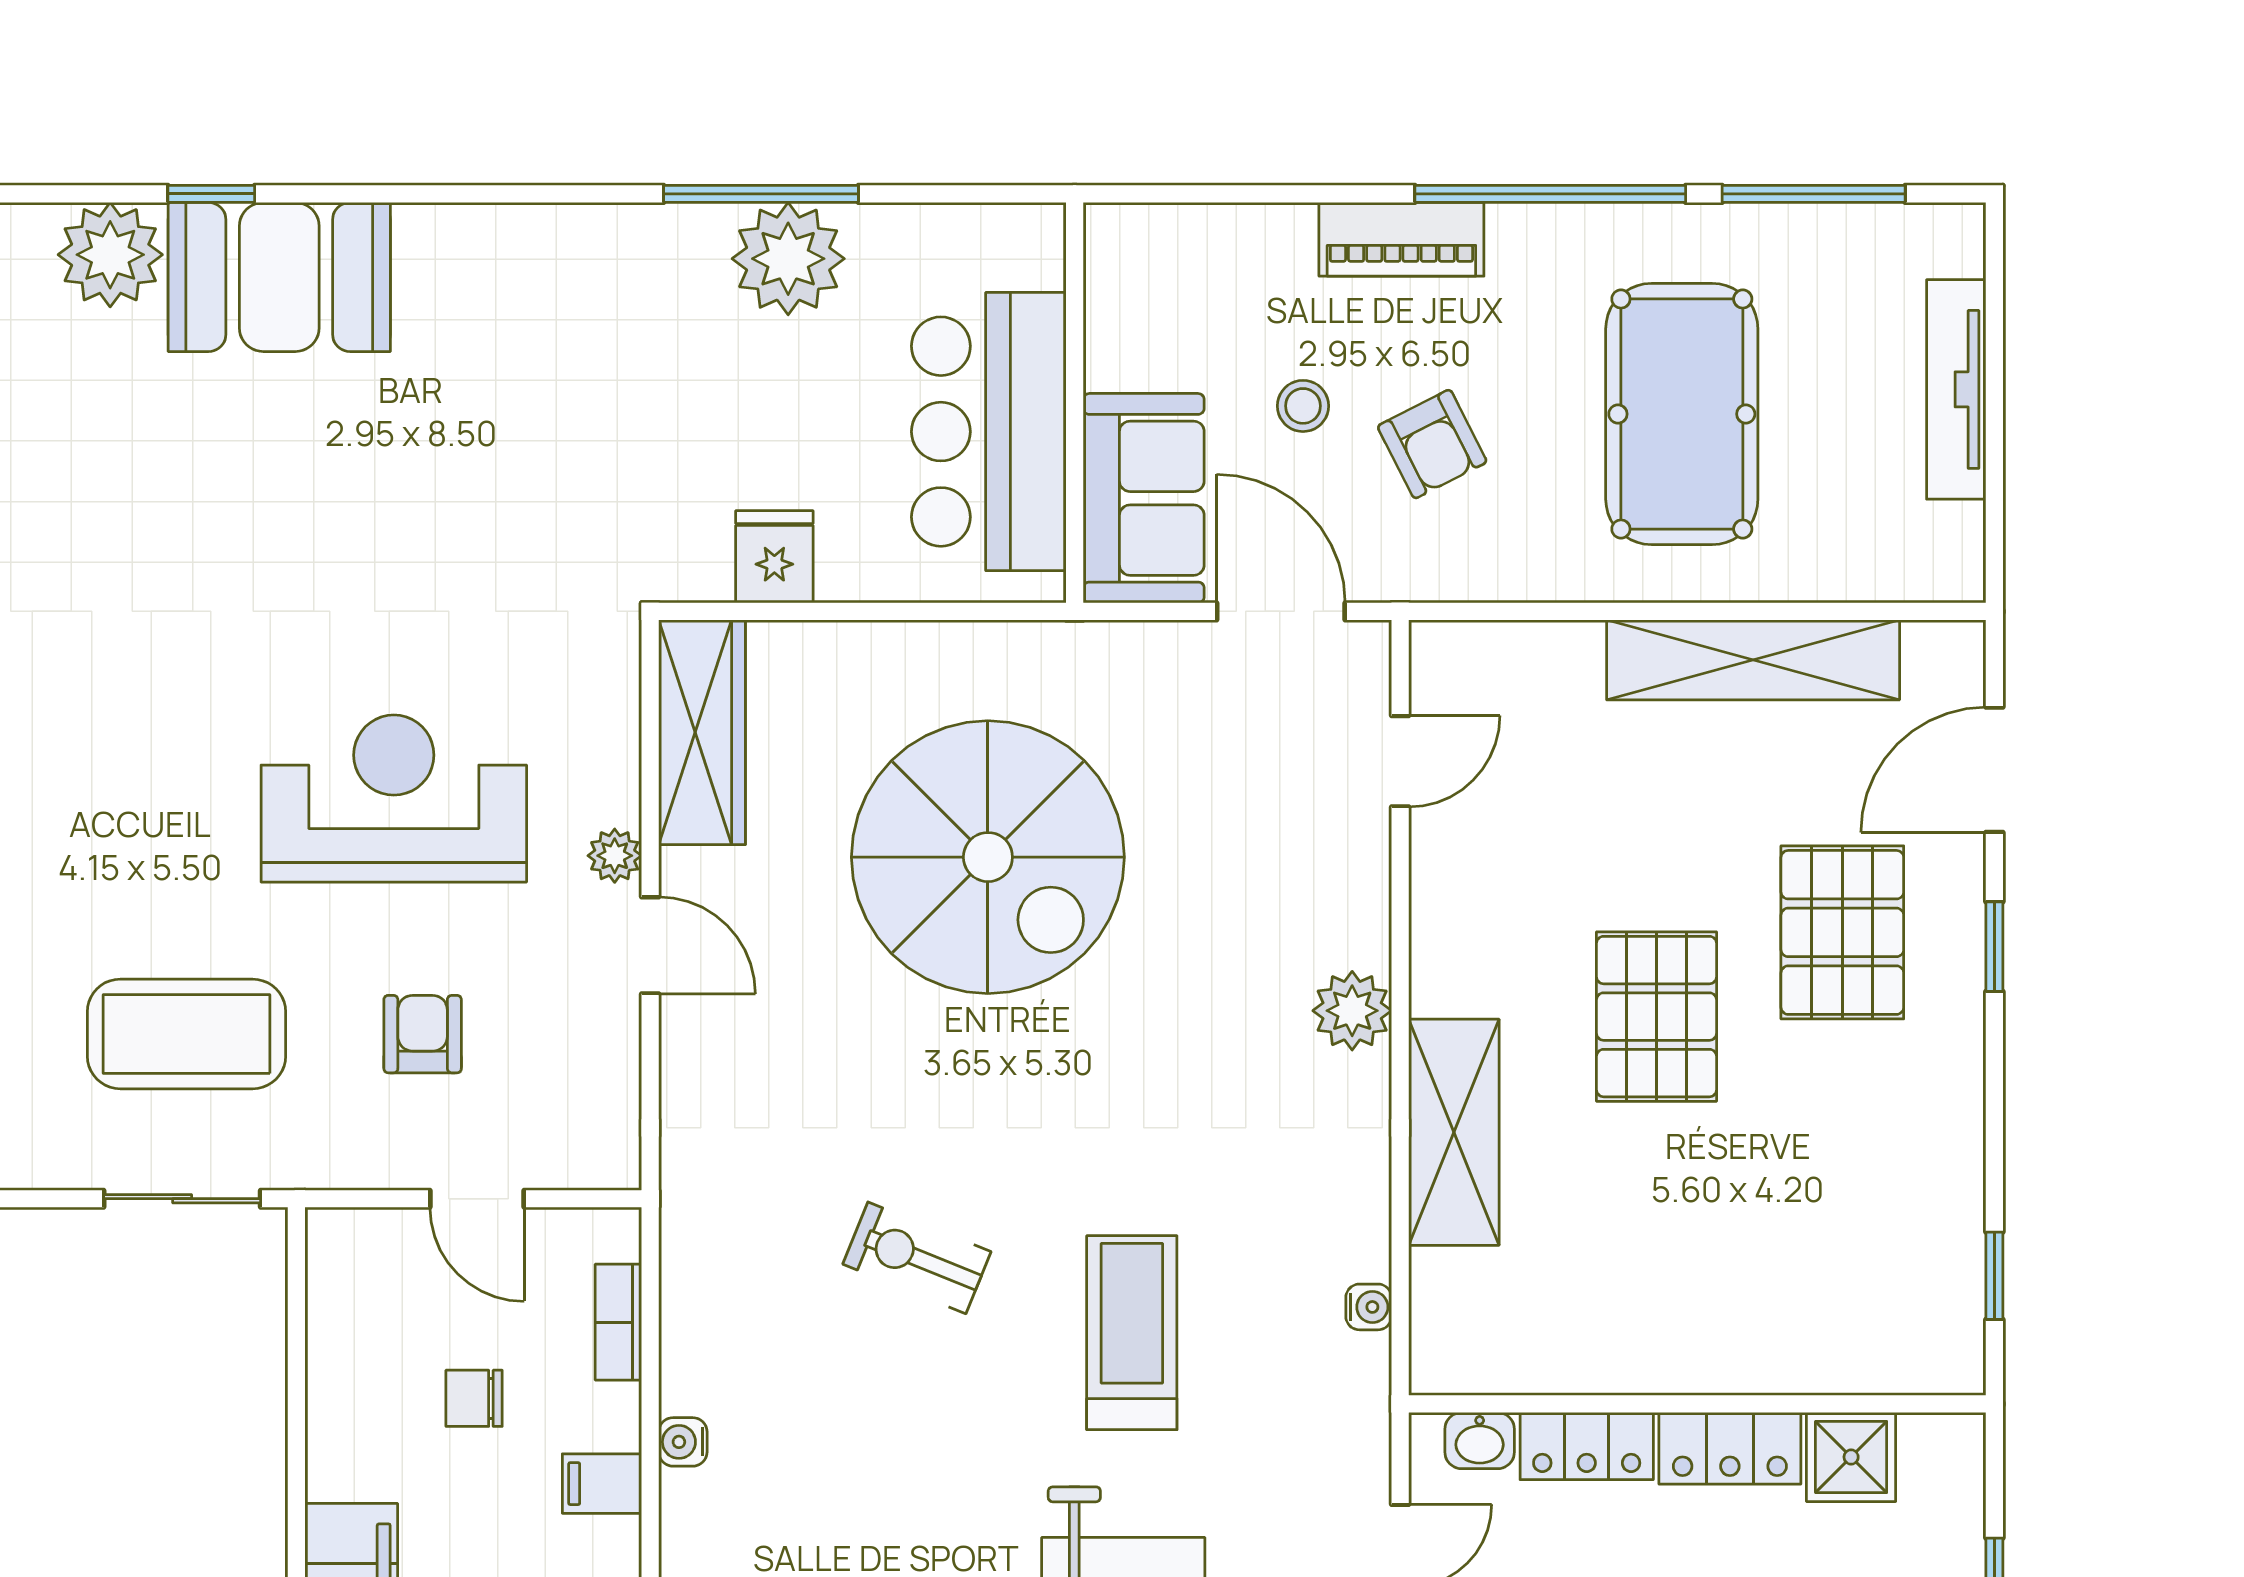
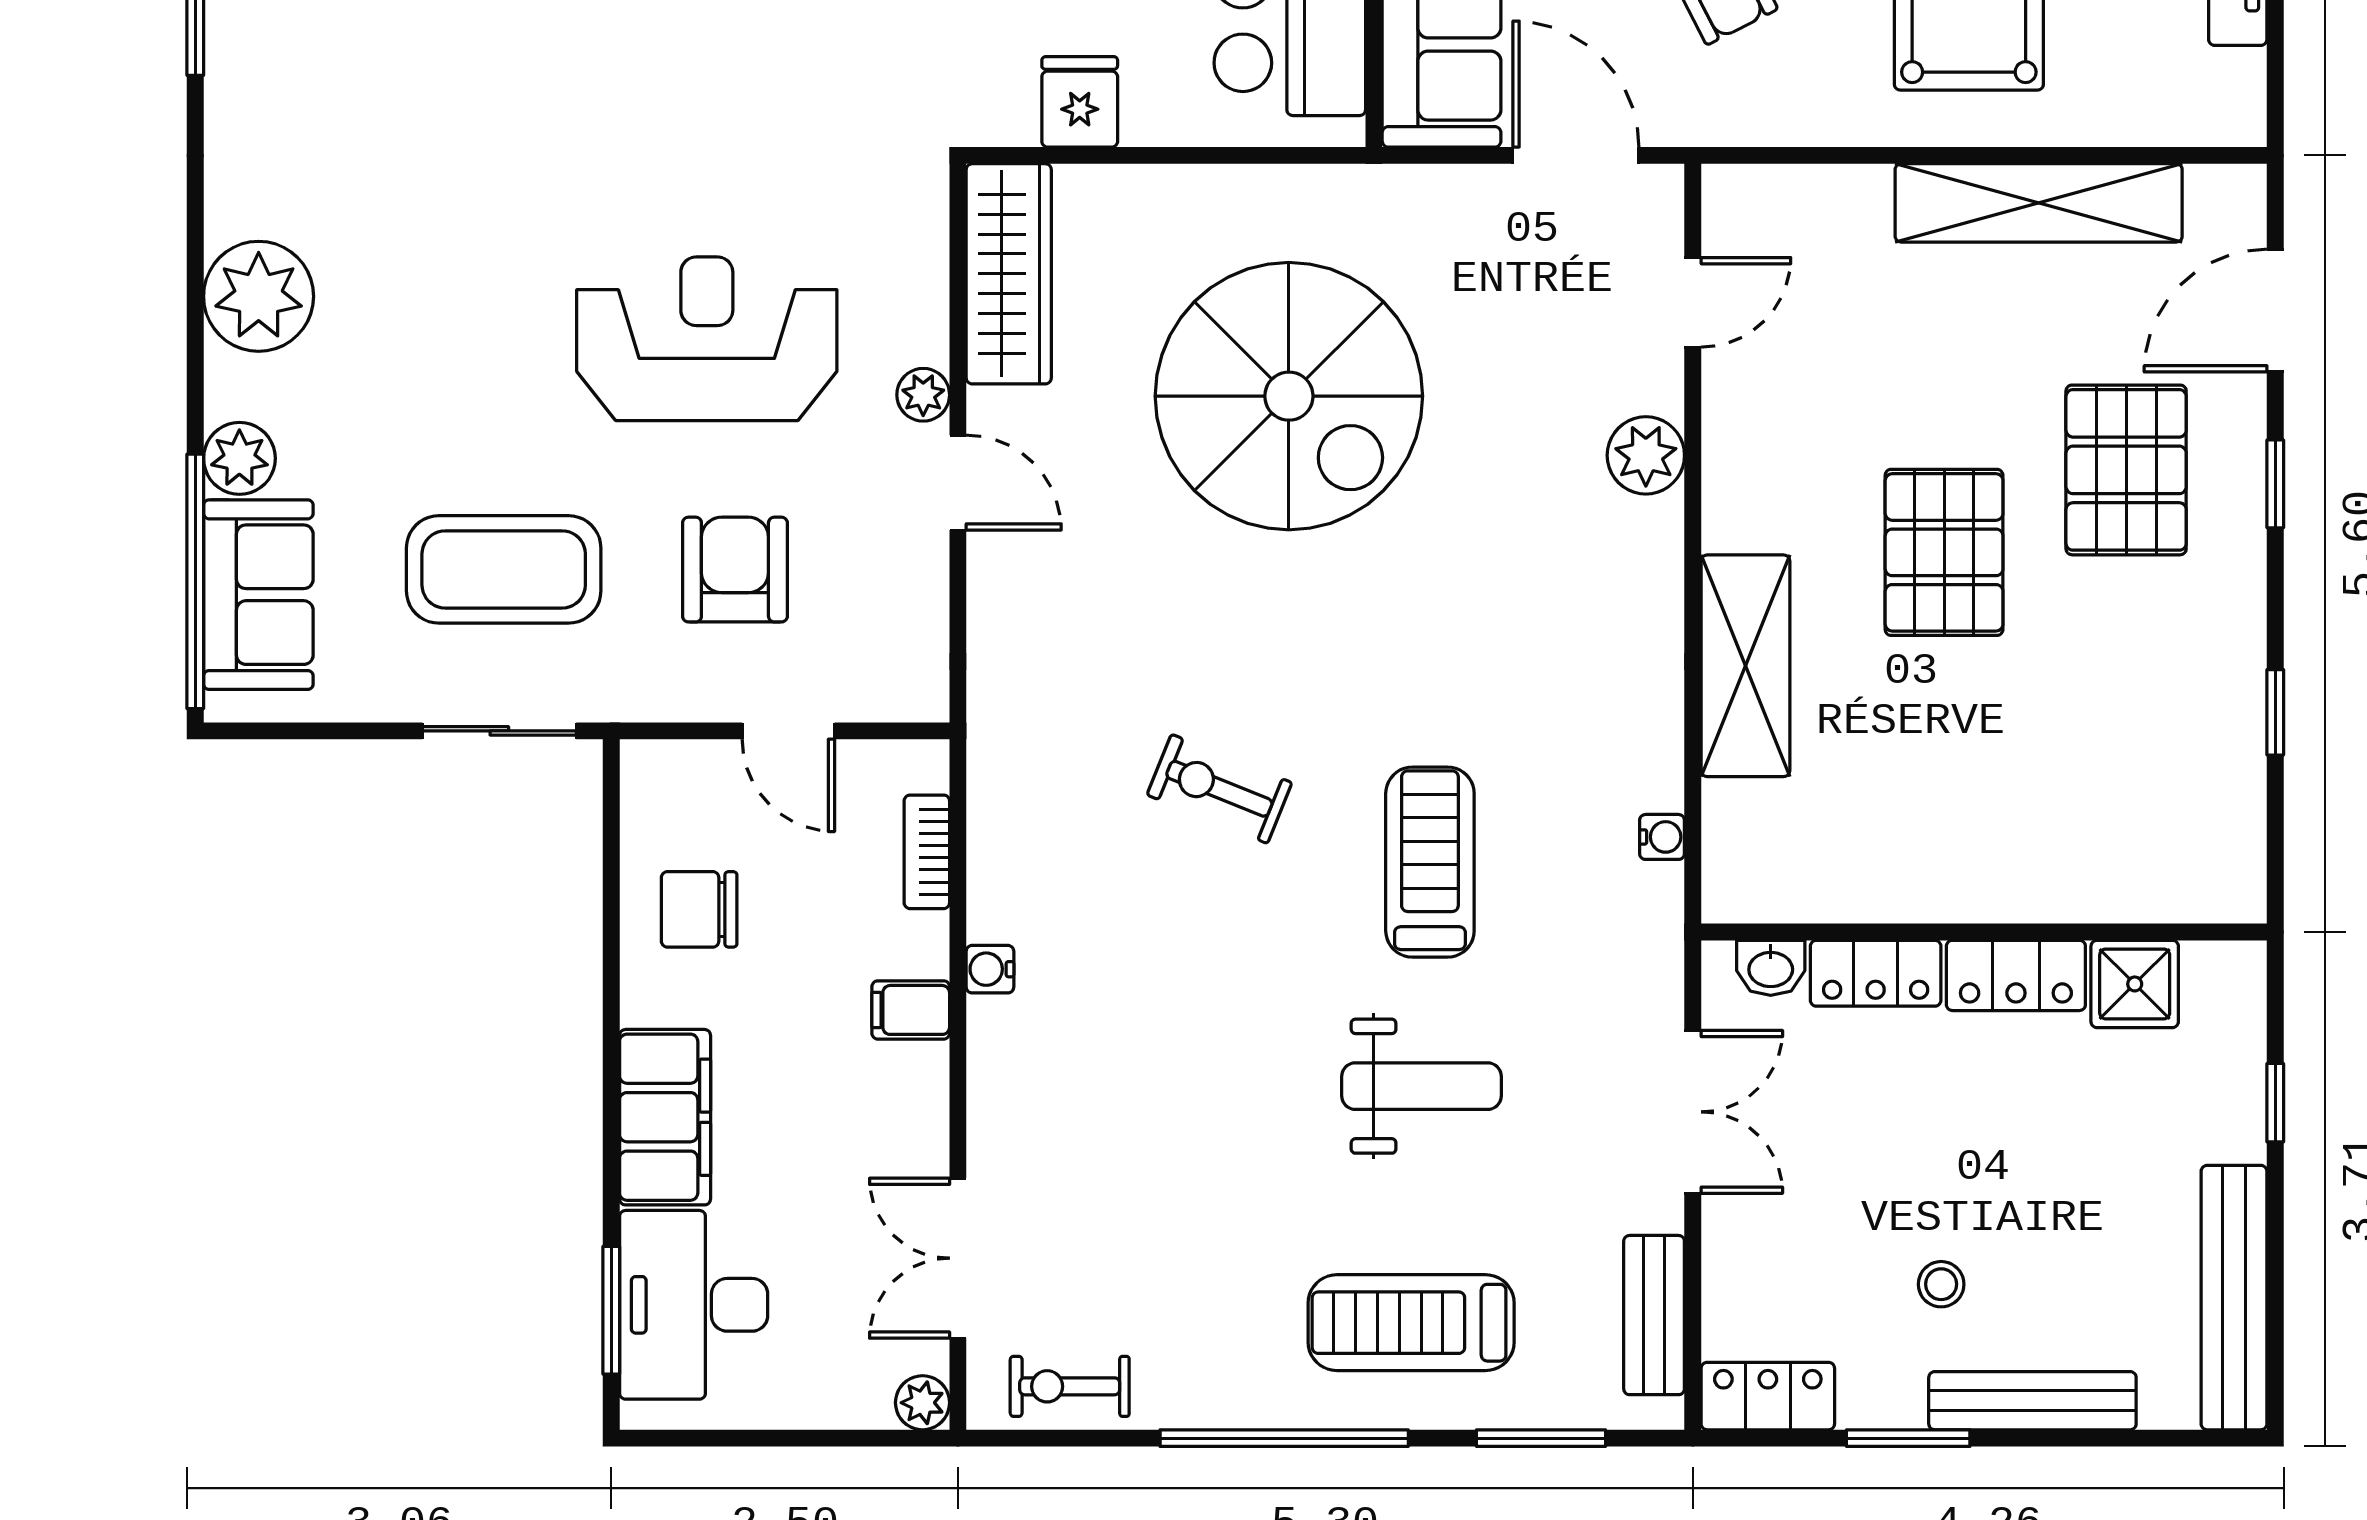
plant: (1352, 1011) -> (1646, 455), moved
armchair: (423, 1034) -> (735, 570), width x1.38, depth x1.38
window: (1994, 1276) -> (2275, 712), moved
chair: (474, 1398) -> (699, 909), moved, width x1.37, depth x1.37

